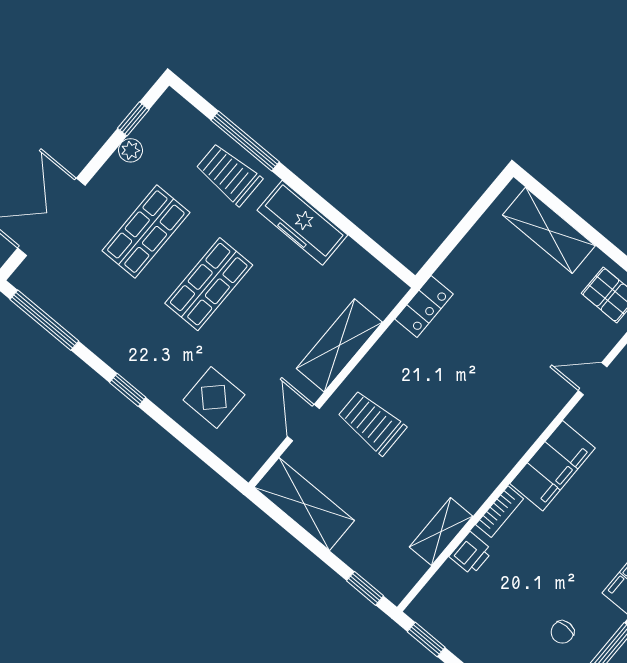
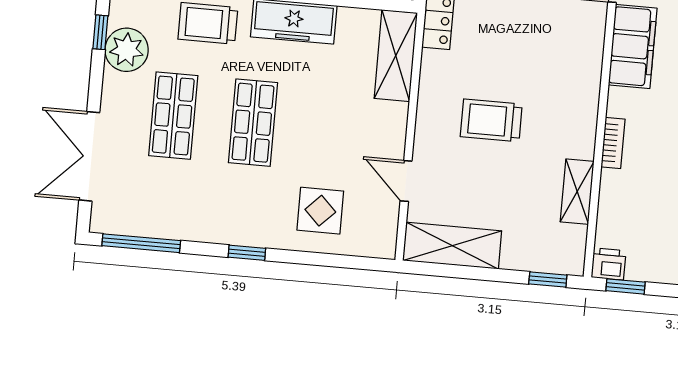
plant: (130, 150) -> (127, 50), width x1.87, depth x1.87
shelving: (339, 345) -> (396, 56), moved
trolley: (372, 423) -> (491, 120), moved
filing cabinet: (553, 466) -> (633, 46), moved
printer: (471, 554) -> (609, 264), moved, turned -90

